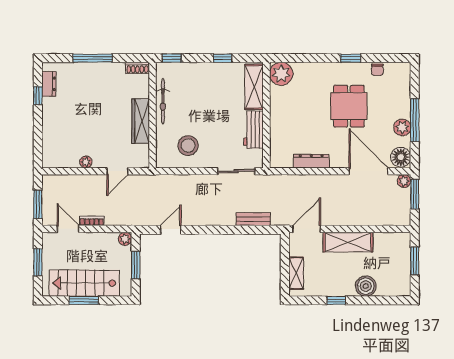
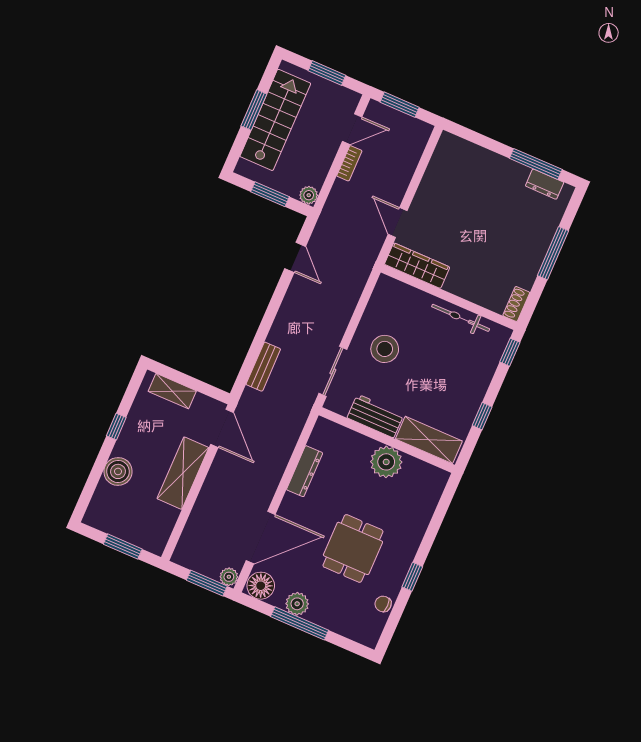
plant: (281, 74) -> (386, 462), moved
window: (38, 96) -> (536, 164), width x2.17
dining table: (349, 106) -> (353, 548), turned 90
wardrobe: (141, 121) -> (417, 266), moved
stool: (188, 146) -> (385, 349), moved
plant: (86, 162) -> (426, 188), removed

